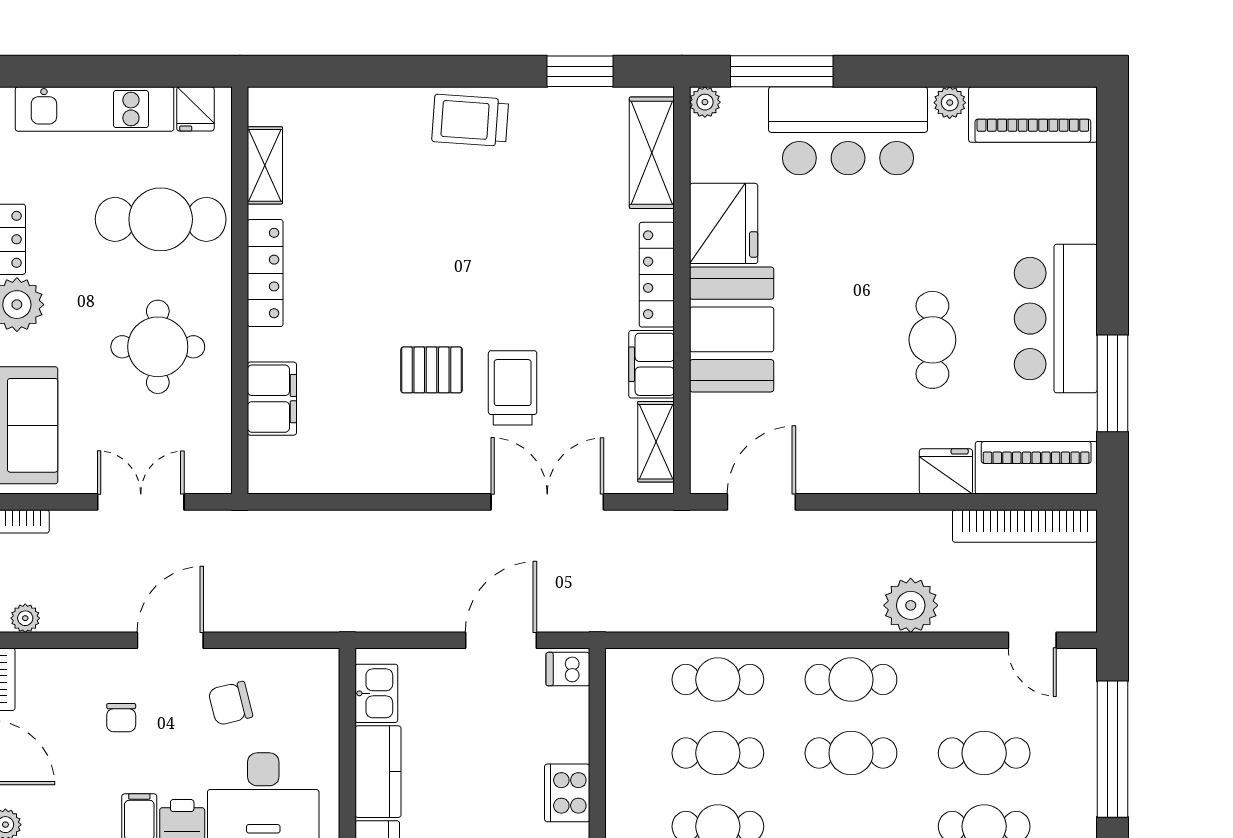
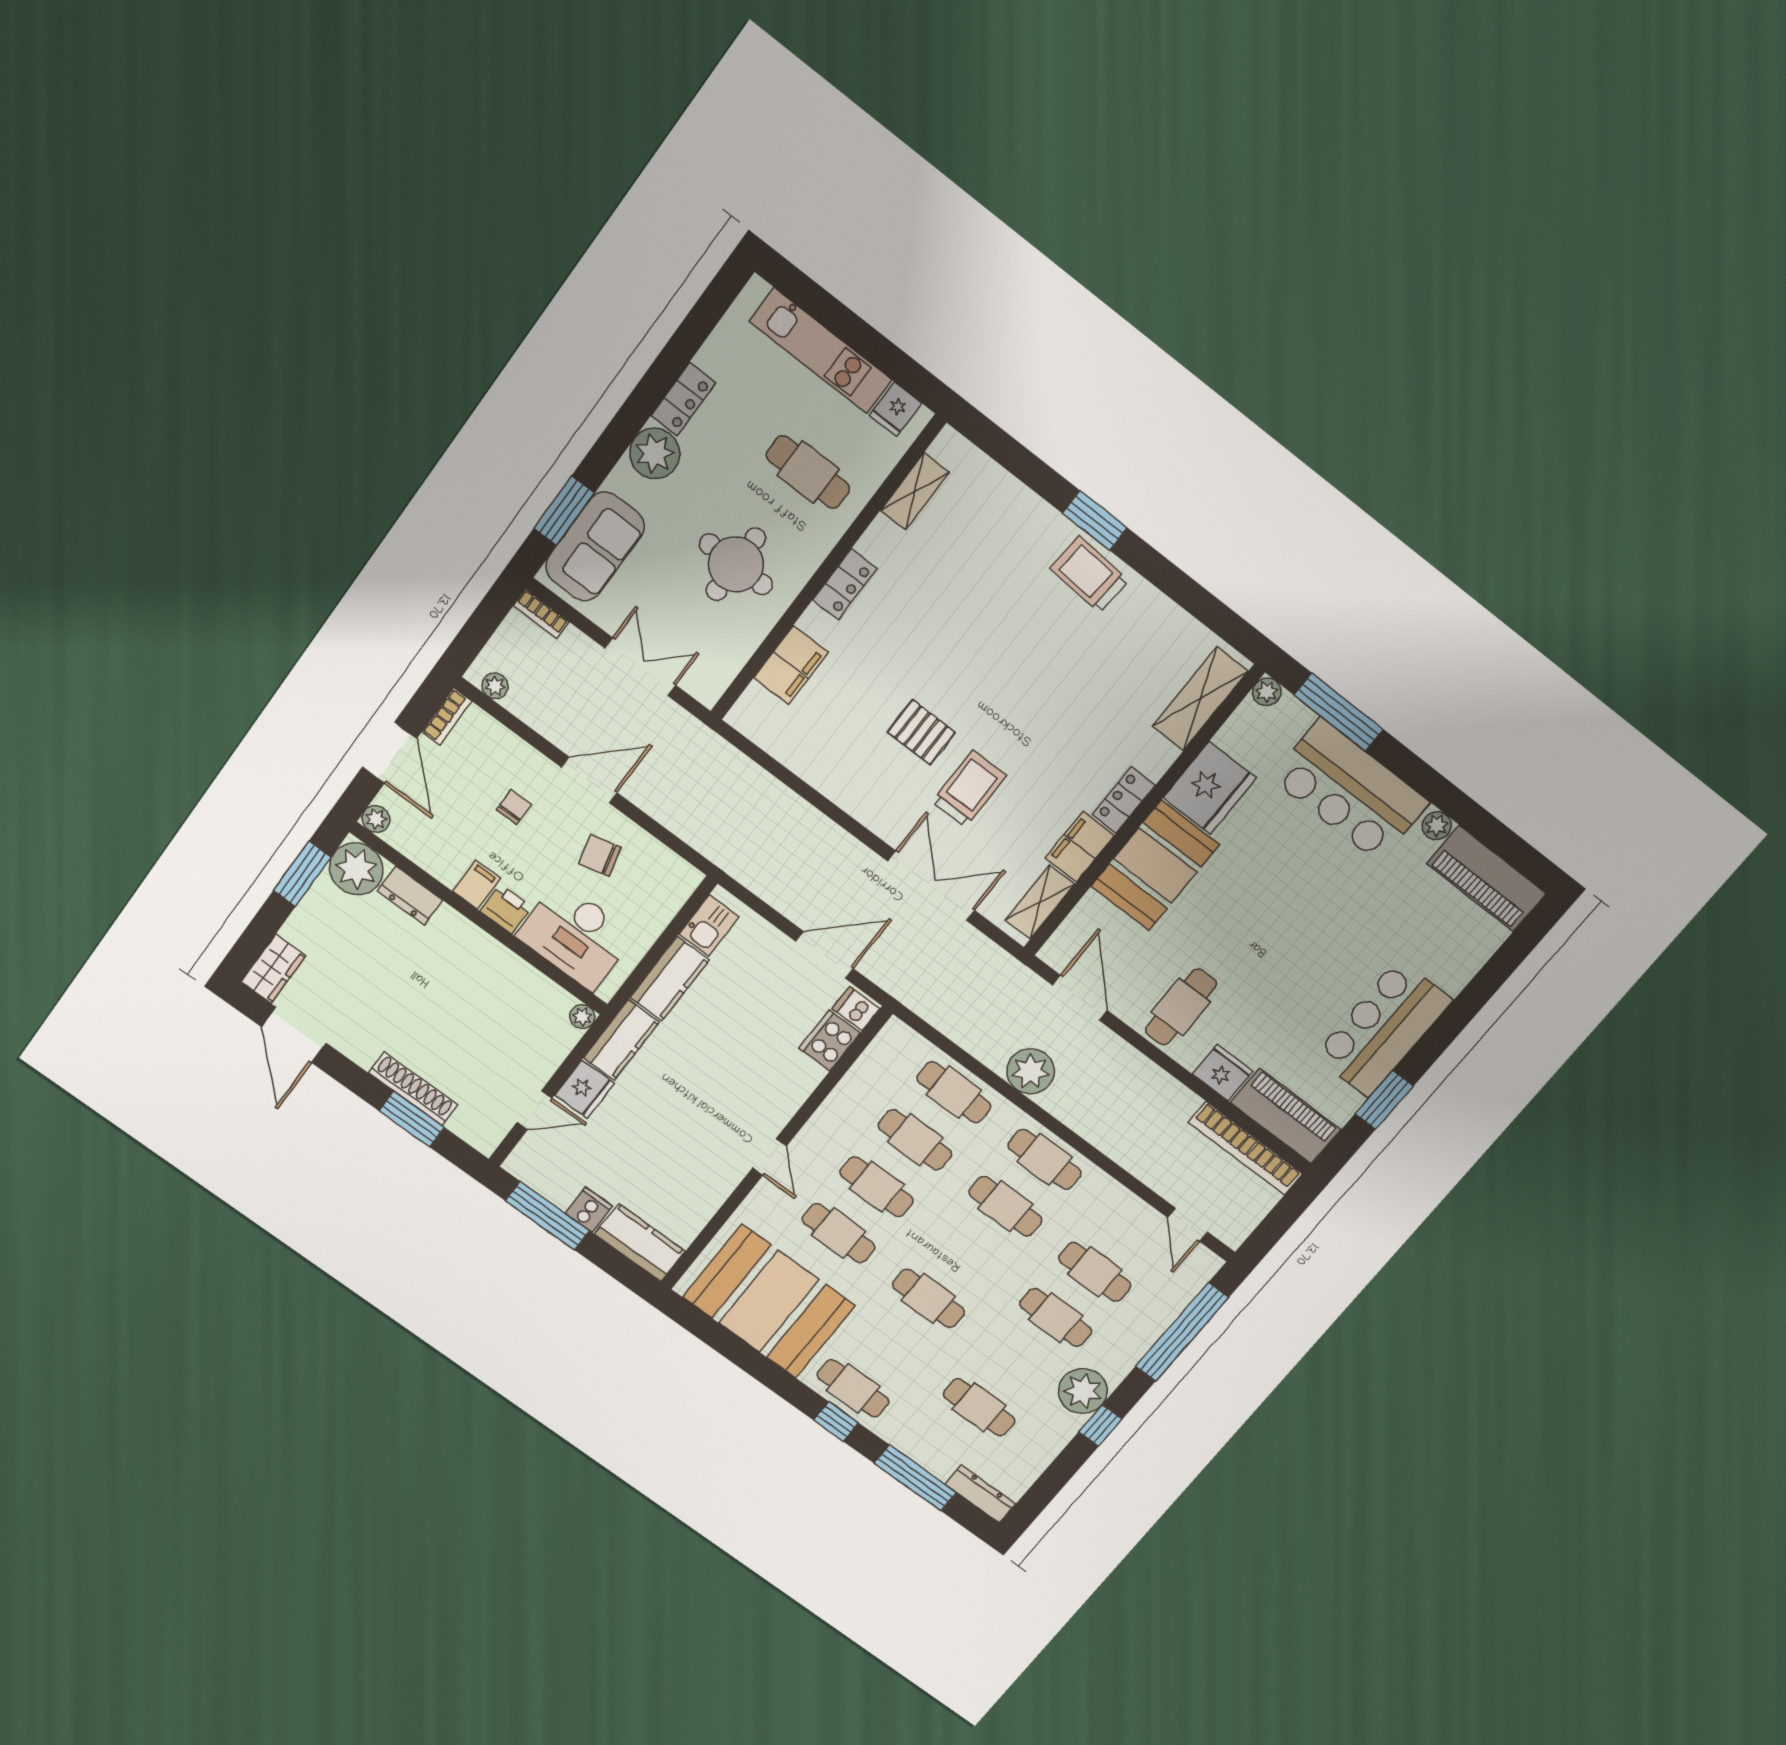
window: (580, 71) -> (1095, 520), moved
cafe table: (161, 219) -> (808, 472), width x0.73, depth x0.74
locker: (265, 273) -> (845, 584), width x0.66
locker: (657, 275) -> (1124, 800), width x0.66
cafe table: (932, 340) -> (1181, 1007), moved
window: (1112, 383) -> (1384, 1100), width x0.69
door: (761, 502) -> (1080, 998), hinge flipped
plant: (911, 605) -> (1031, 1071), moved
chair: (121, 718) -> (514, 807), turned 180
cooker: (567, 793) -> (830, 1041), moved

